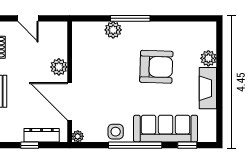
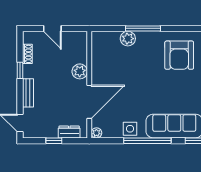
armchair: (156, 67) -> (179, 55), moved, turned 88
door: (70, 101) -> (89, 102), swing flipped
dresser: (42, 135) -> (69, 132), width x0.70

